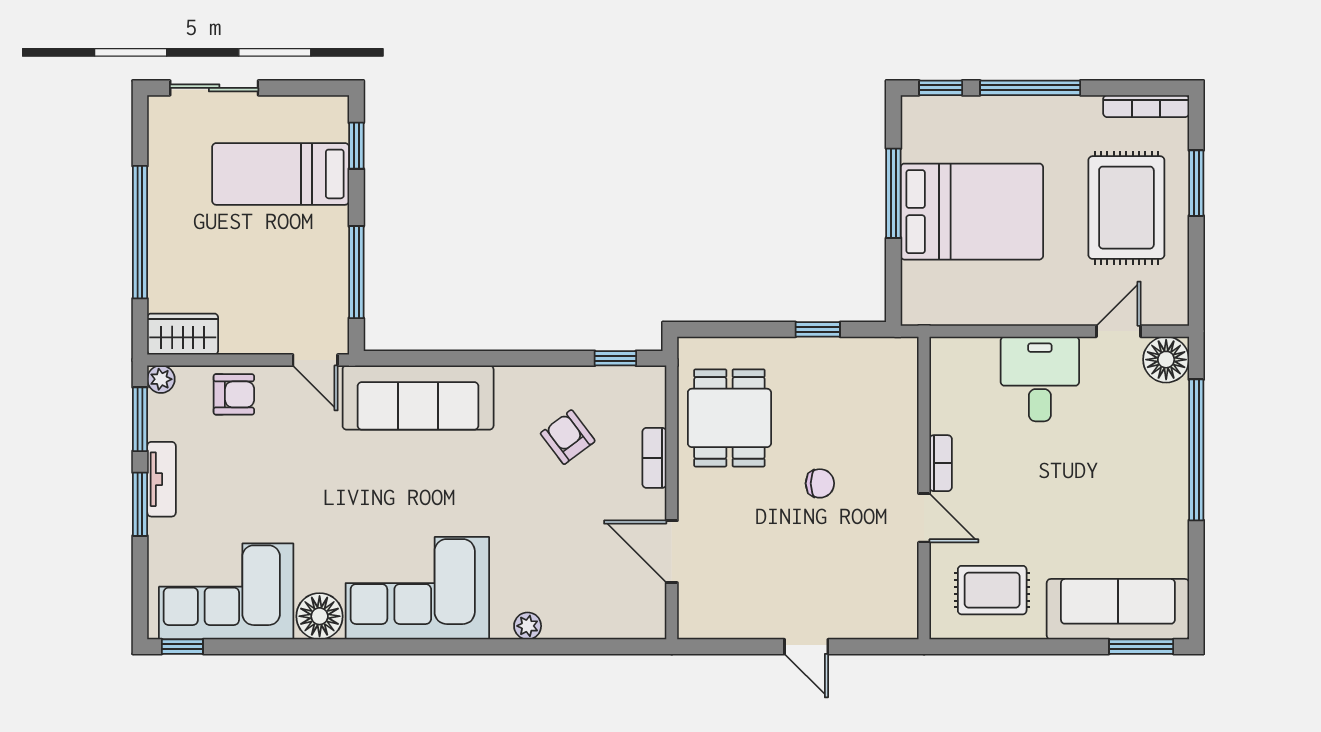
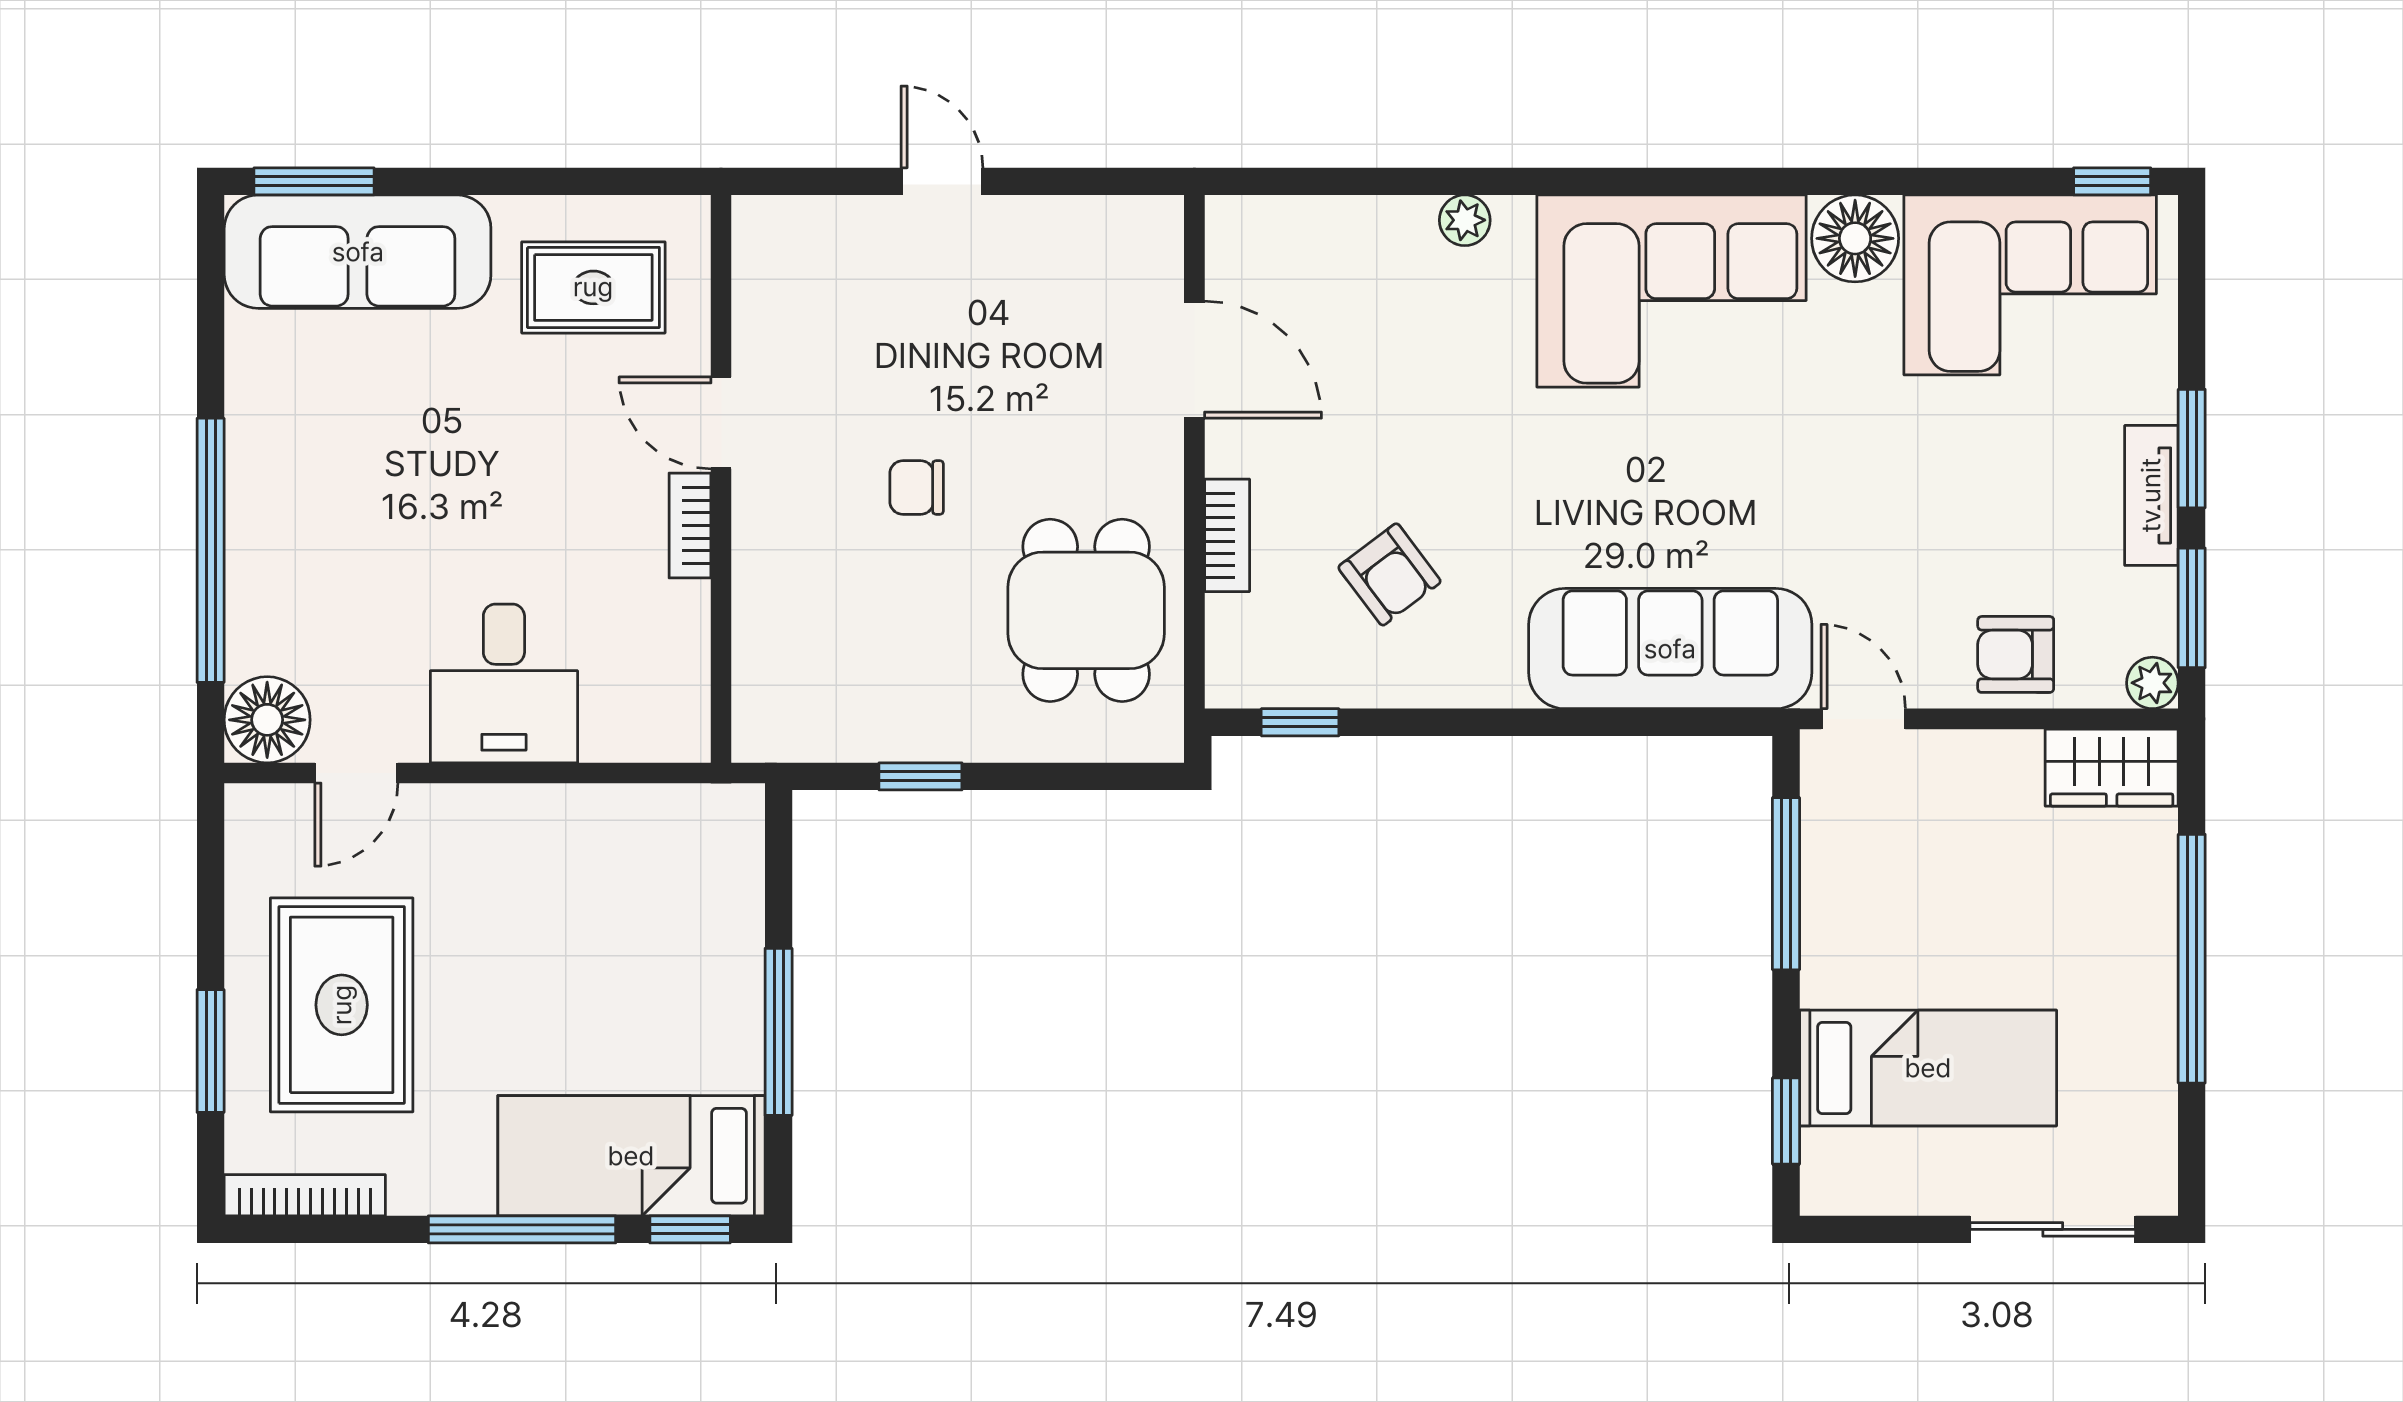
bed: (972, 212) -> (631, 1156), moved, width x0.67

